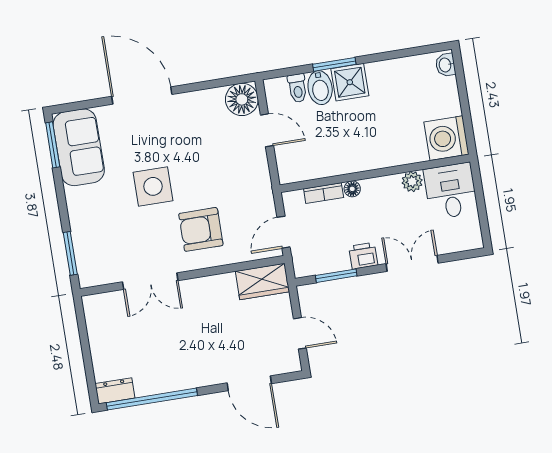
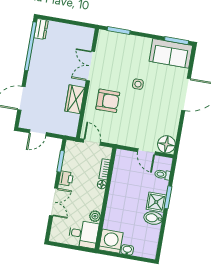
washbasin: (445, 65) -> (127, 250), moved
bidet: (320, 88) -> (153, 218), moved
door: (267, 130) -> (146, 152), hinge flipped
side table: (153, 186) -> (138, 84), width x0.54, depth x0.54
armchair: (201, 229) -> (108, 101), turned 90
wardrobe: (262, 281) -> (75, 99), moved

